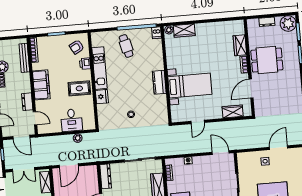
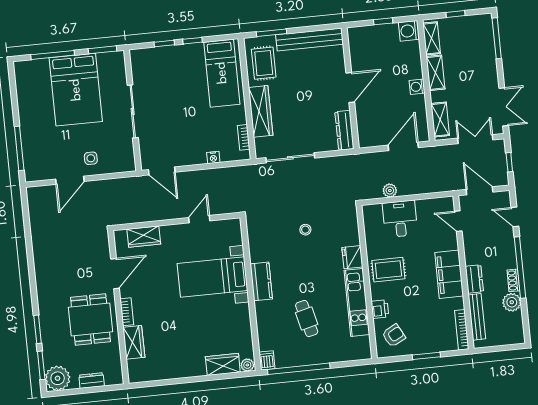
cafe table: (126, 46) -> (307, 318), moved
dining table: (267, 60) -> (90, 320), turned 90
dresser: (27, 102) -> (474, 279), moved

